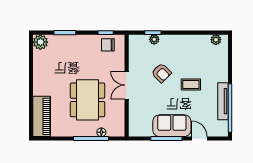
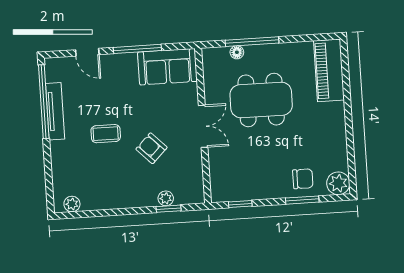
chair: (108, 45) -> (303, 179), moved
dining table: (88, 100) -> (261, 100), turned 90
sofa: (172, 126) -> (167, 67), moved

